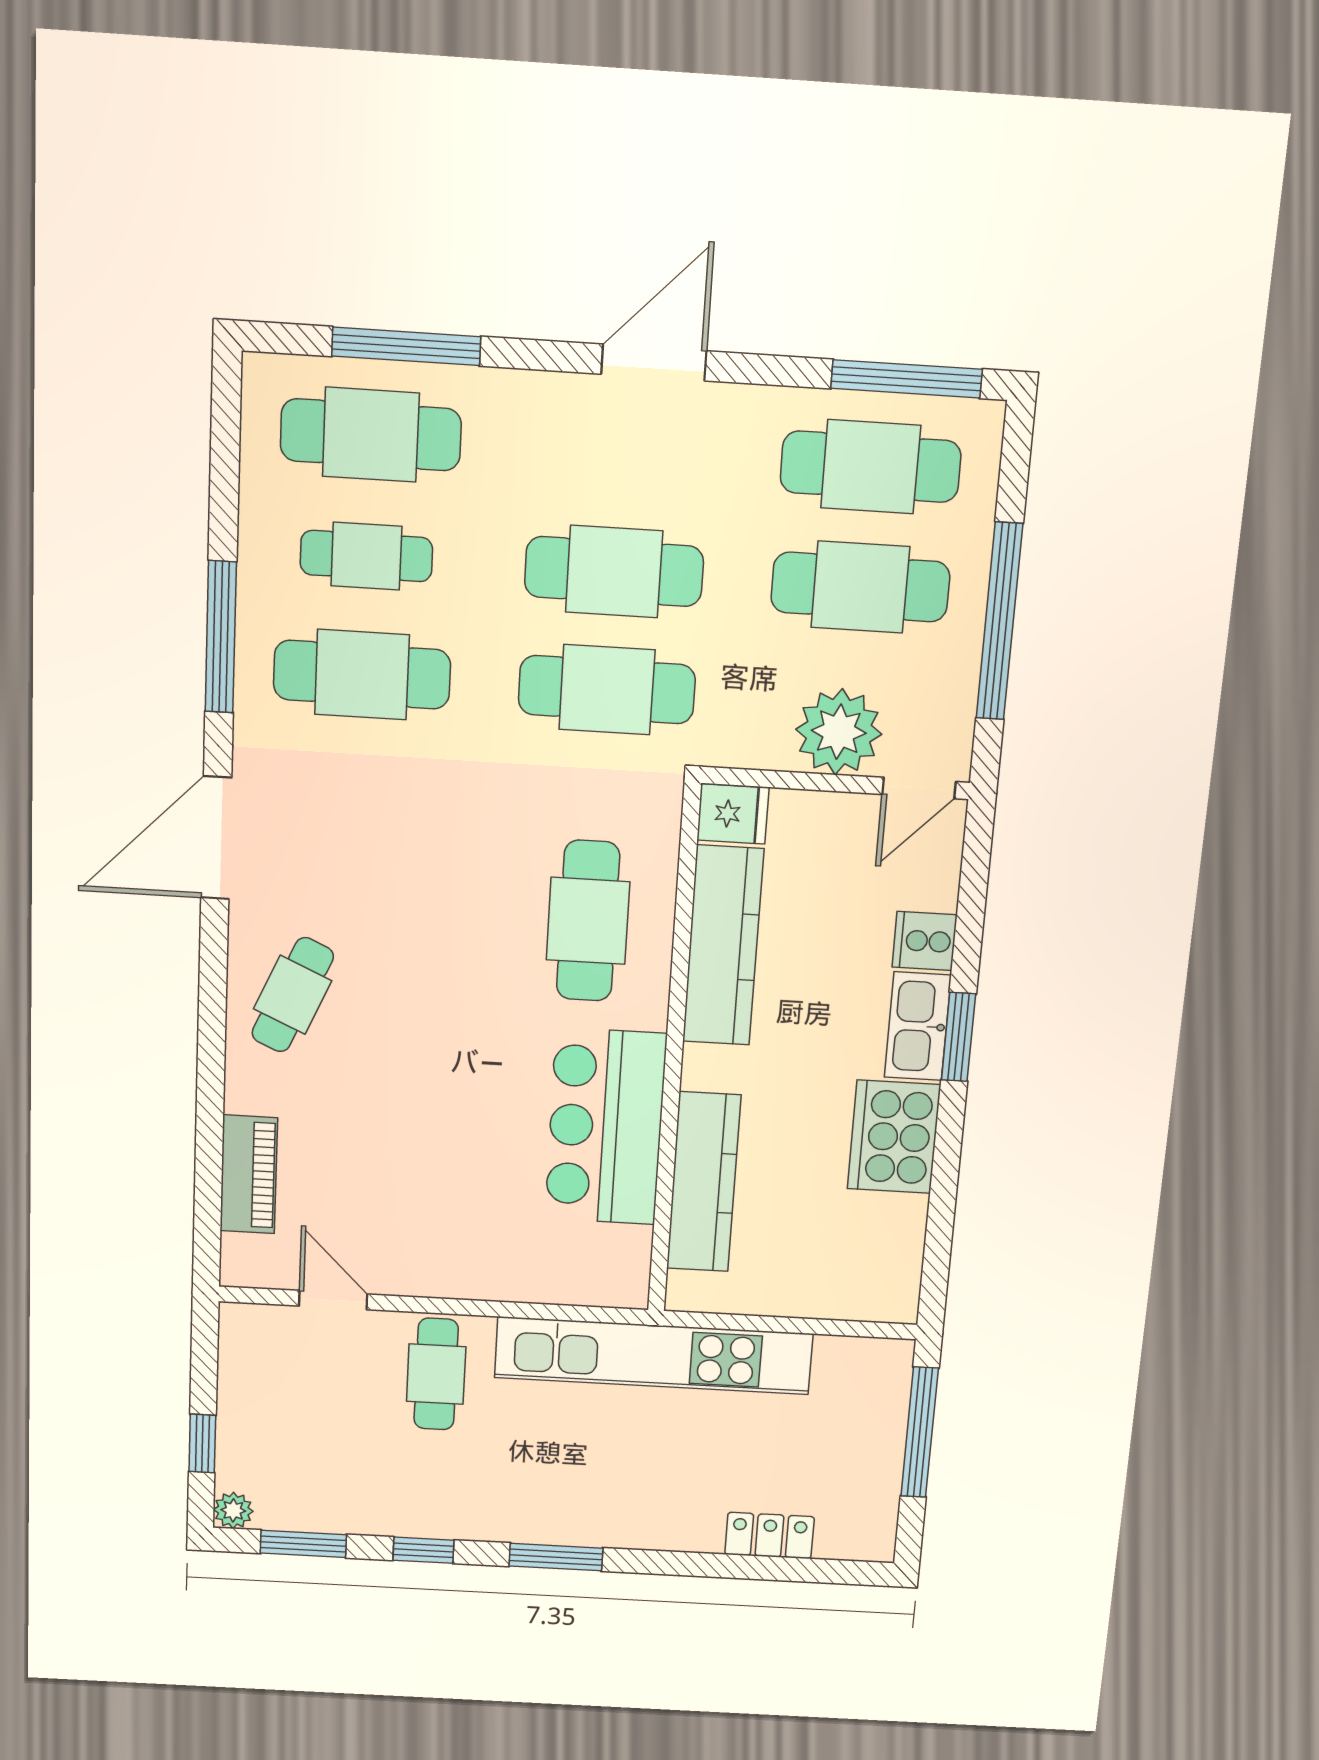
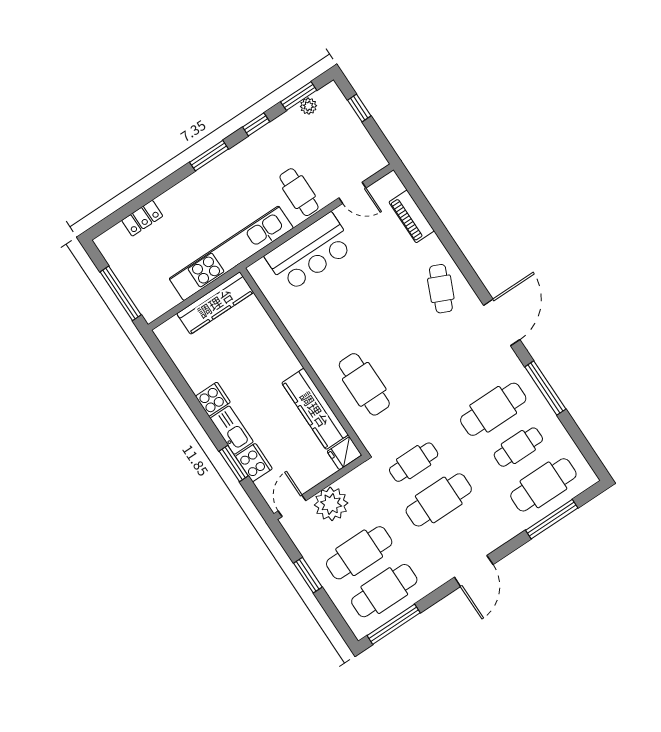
window: (999, 621) -> (308, 575), width x0.47
cafe table: (607, 690) -> (414, 462), width x0.73, depth x0.74
cooker: (925, 941) -> (254, 463), width x1.36
window: (959, 1037) -> (234, 464), moved
bar counter: (606, 1127) -> (310, 252), moved, turned 90
cooker: (894, 1137) -> (213, 399), width x0.53, depth x0.76
kitchen counter: (704, 1182) -> (215, 303), moved, turned -90
plant: (233, 1510) -> (308, 106), moved

